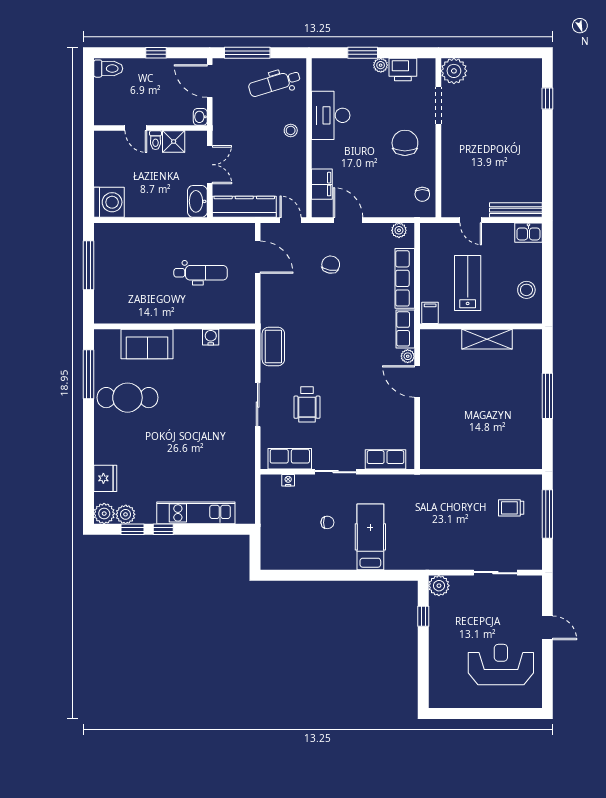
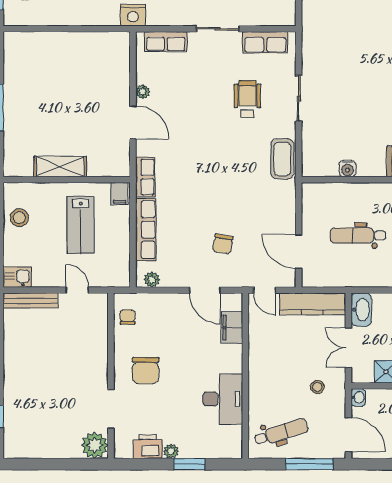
stool: (291, 130) -> (317, 387), moved
plant: (408, 356) -> (143, 92), moved
nightstand: (288, 480) -> (133, 15), moved, width x1.89, depth x1.79

